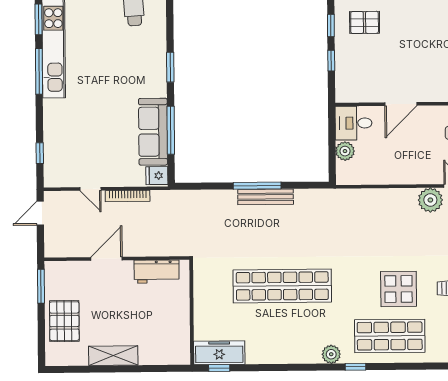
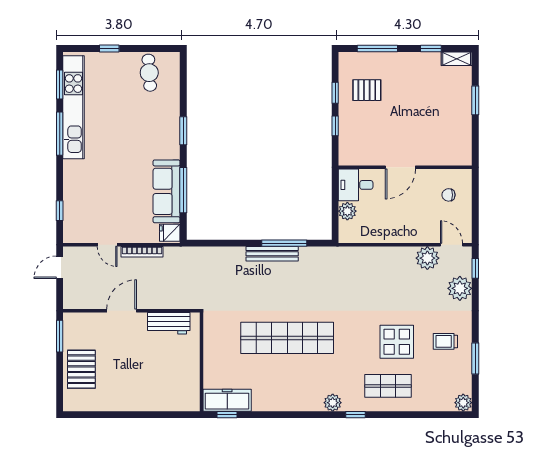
window: (257, 186) -> (284, 243), moved
shop shelf: (390, 336) -> (388, 386), width x0.70, depth x0.74
shelving: (113, 356) -> (127, 402), removed

